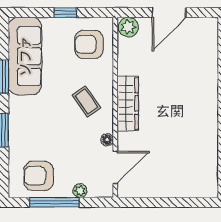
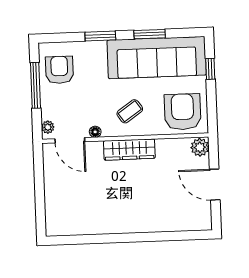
window: (65, 13) -> (210, 69), moved
armchair: (89, 44) -> (183, 112), width x1.36, depth x1.36
sofa: (25, 56) -> (157, 58), width x1.36, depth x1.27
plant: (80, 191) -> (48, 127), moved

